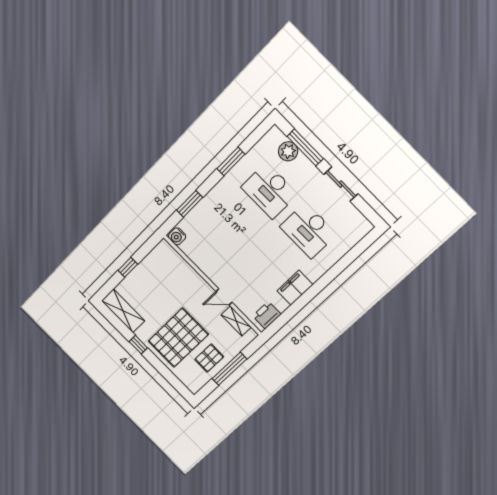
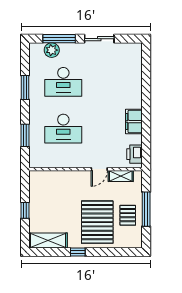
desk: (308, 230) -> (63, 129), moved
water cooler: (177, 236) -> (36, 162), removed

